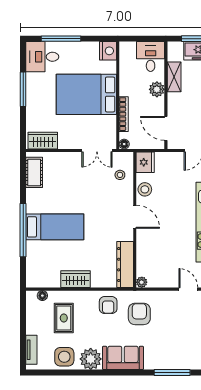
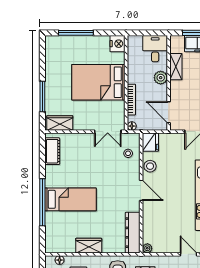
desk: (42, 57) -> (59, 49), removed
window: (23, 89) -> (42, 97), moved

